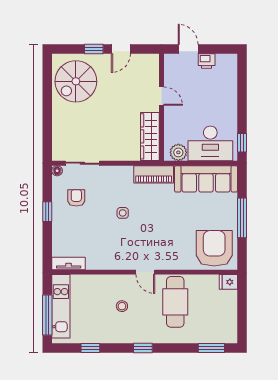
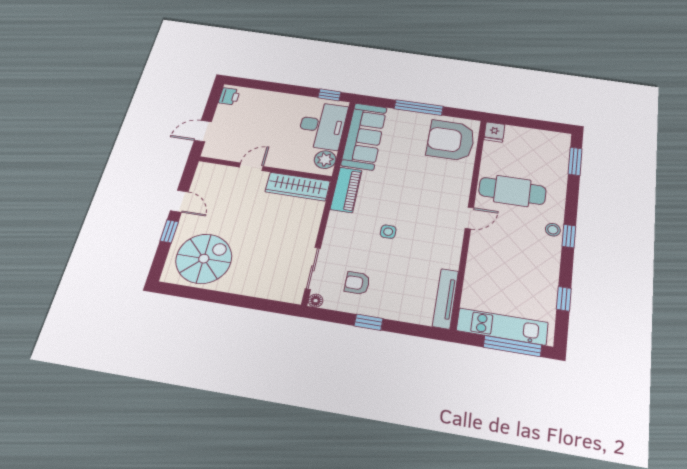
printer: (207, 61) -> (229, 96), moved
spiral stairs: (76, 81) -> (204, 259), turned -90
tv unit: (69, 263) -> (446, 299), width x1.41
stool: (122, 306) -> (553, 230), moved

